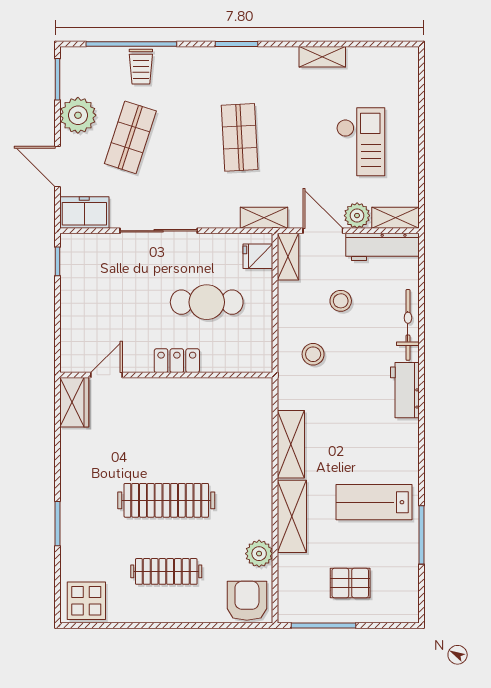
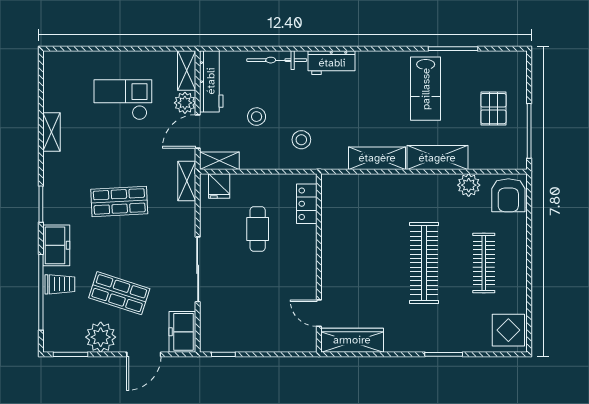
freezer: (187, 62) -> (56, 245), added
cafe table: (207, 302) -> (258, 229), width x0.73, depth x0.74
locker: (177, 361) -> (307, 204), moved
wardrobe: (74, 402) -> (352, 340), width x1.50
armchair: (247, 601) -> (508, 195), turned -90

